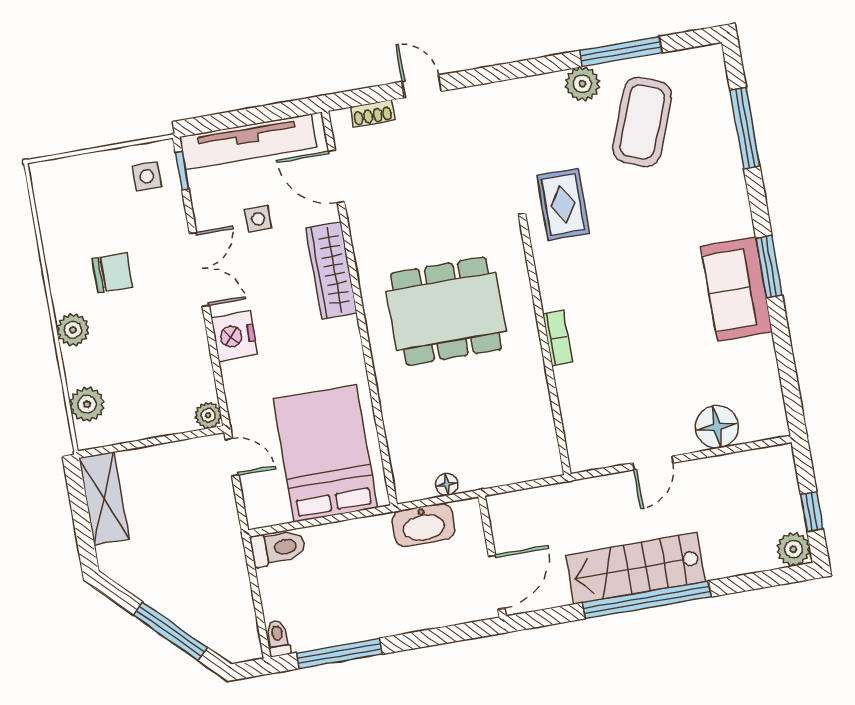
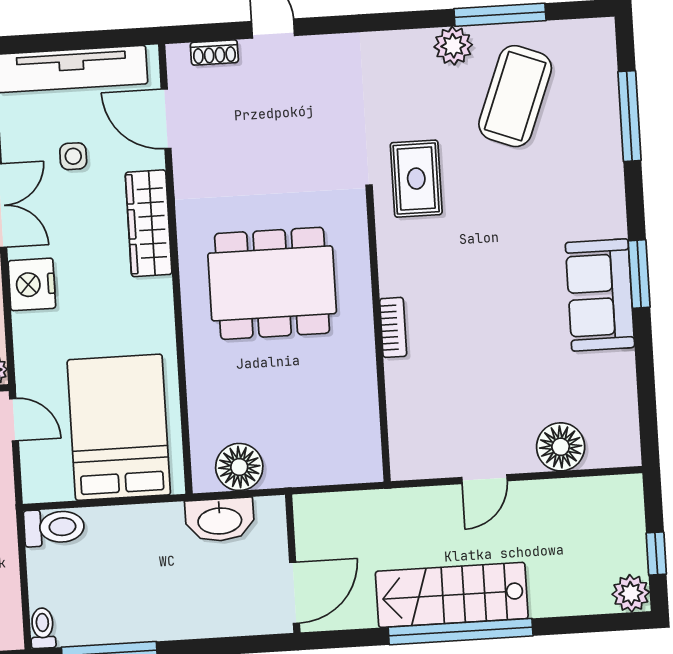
floor lamp: (447, 484) -> (239, 467), width x1.89, depth x1.89

